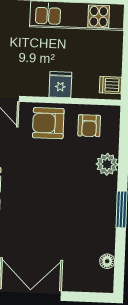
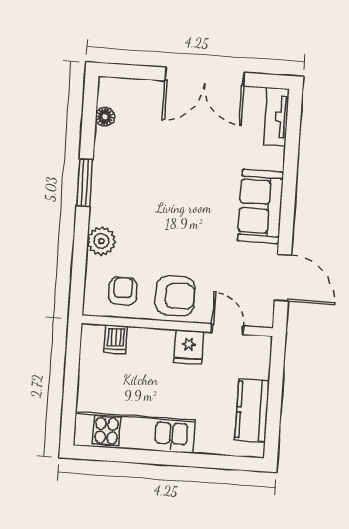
fridge: (60, 85) -> (189, 347), moved
dishwasher: (111, 85) -> (116, 339), moved, turned 90

